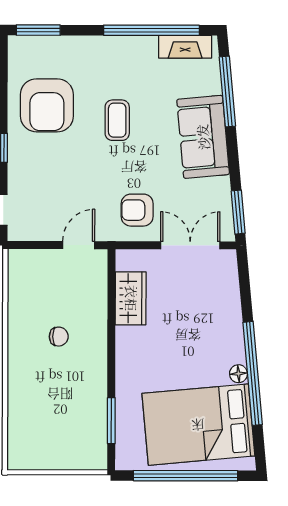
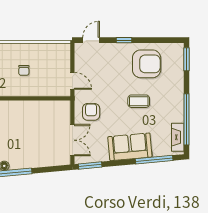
armchair: (47, 105) -> (147, 64), turned 180
wardrobe: (131, 298) -> (44, 109), removed

